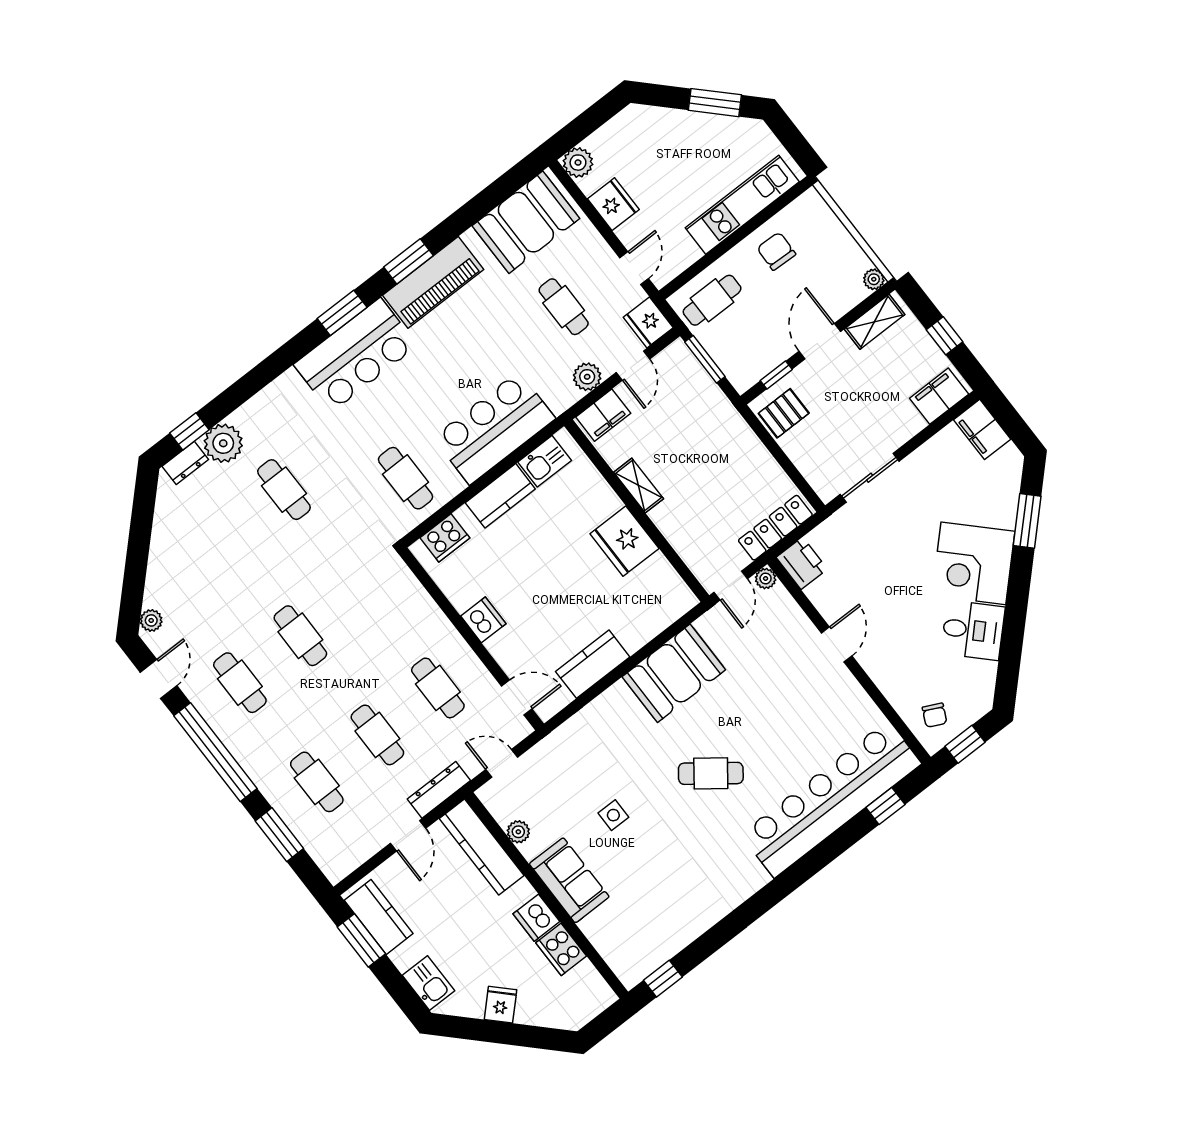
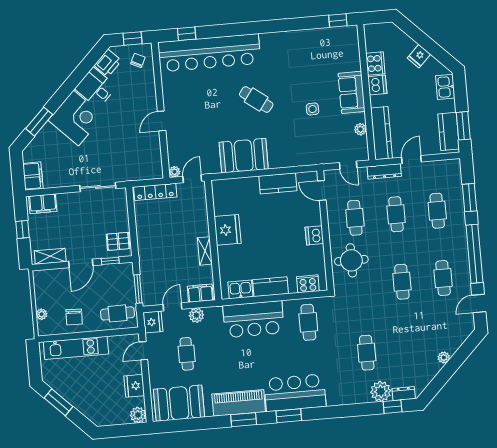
plant: (874, 279) -> (41, 314), moved
printer: (802, 563) -> (108, 63), moved, turned -135
round table: (401, 618) -> (351, 260), added
plant: (151, 620) -> (444, 357), moved

